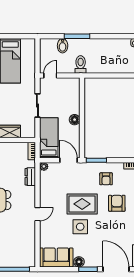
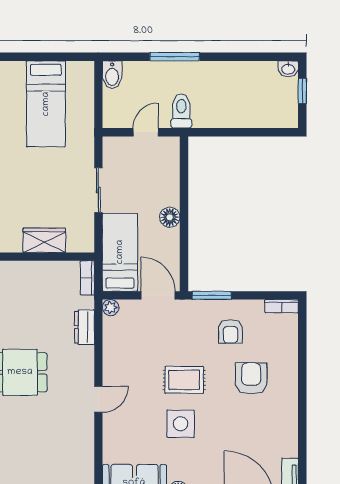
bidet: (63, 46) -> (112, 75), moved
door: (50, 75) -> (146, 132), moved
rug: (82, 204) -> (184, 380), width x0.73, depth x0.70

